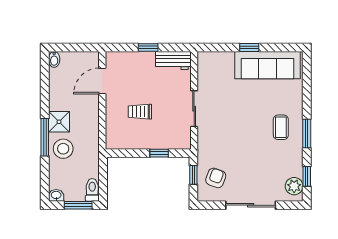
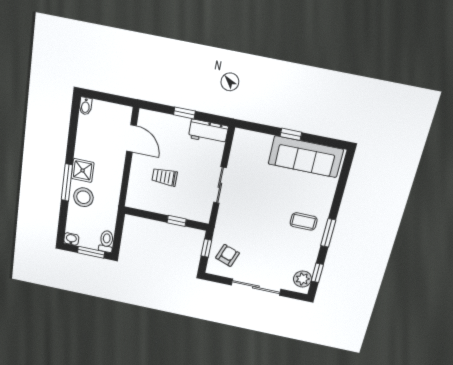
door: (102, 81) -> (132, 138), swing flipped
coffee table: (281, 127) -> (304, 221), turned 90

